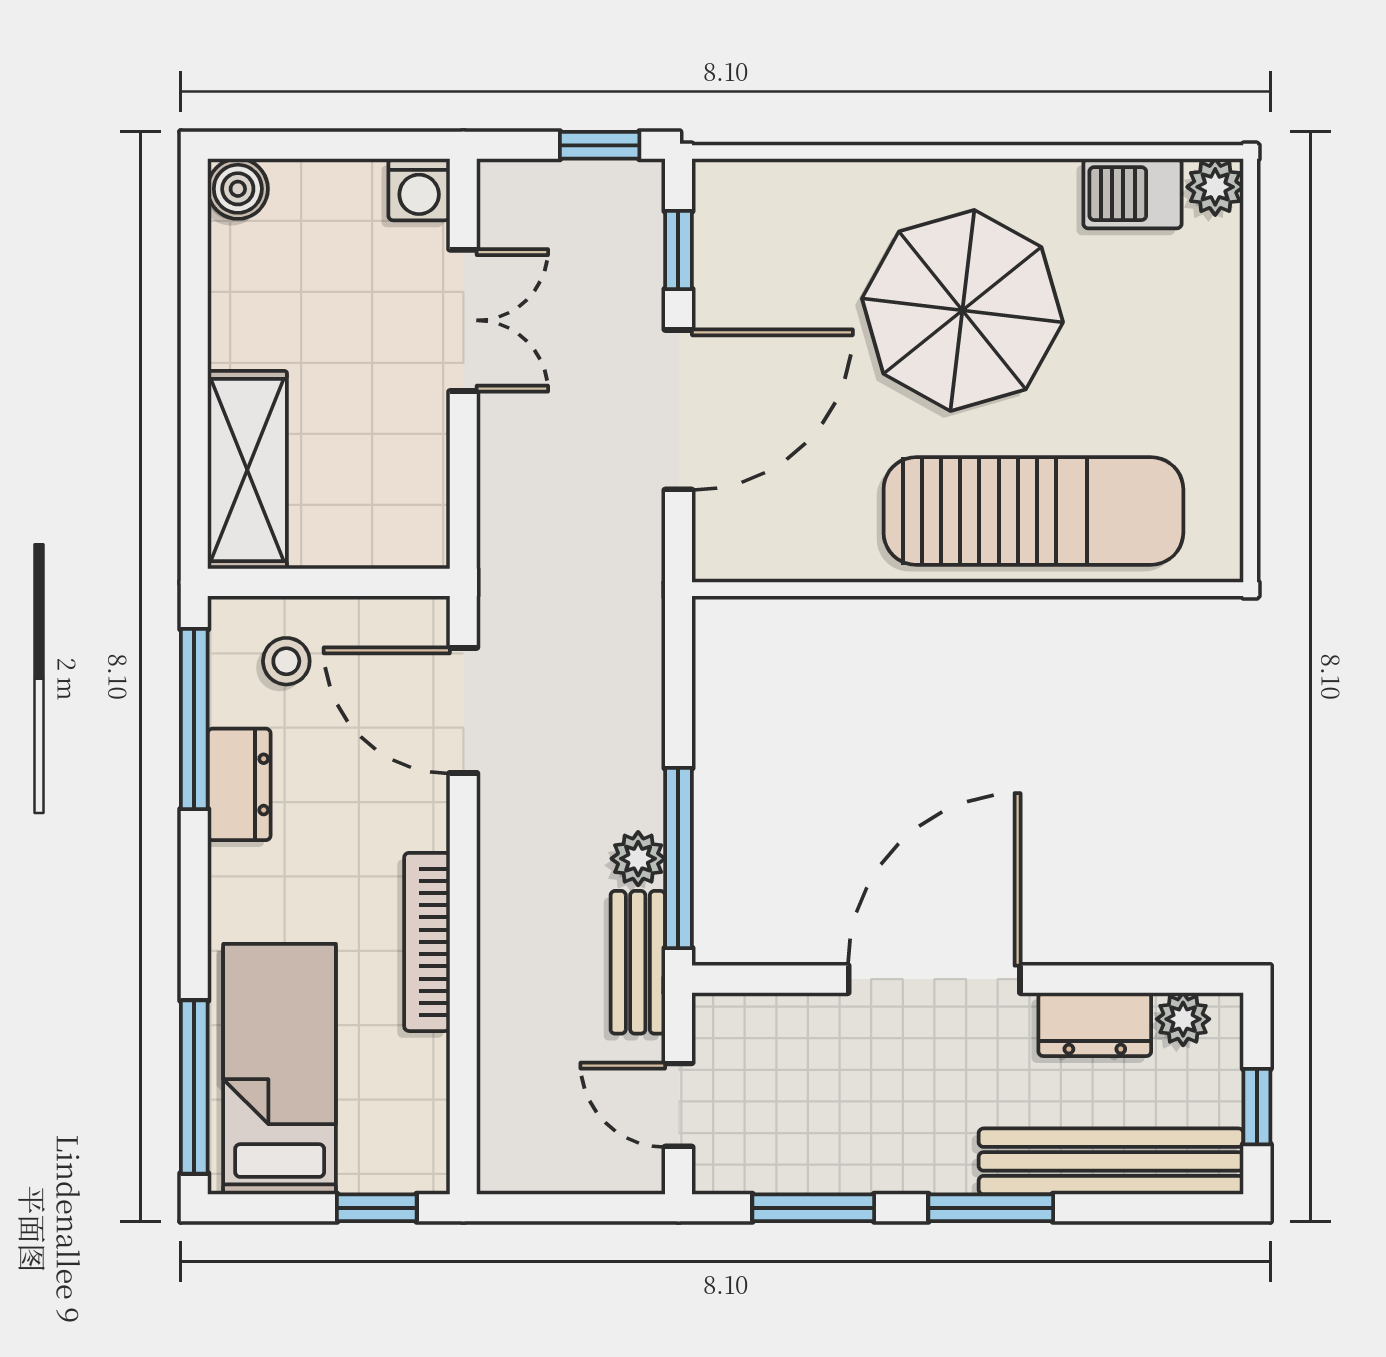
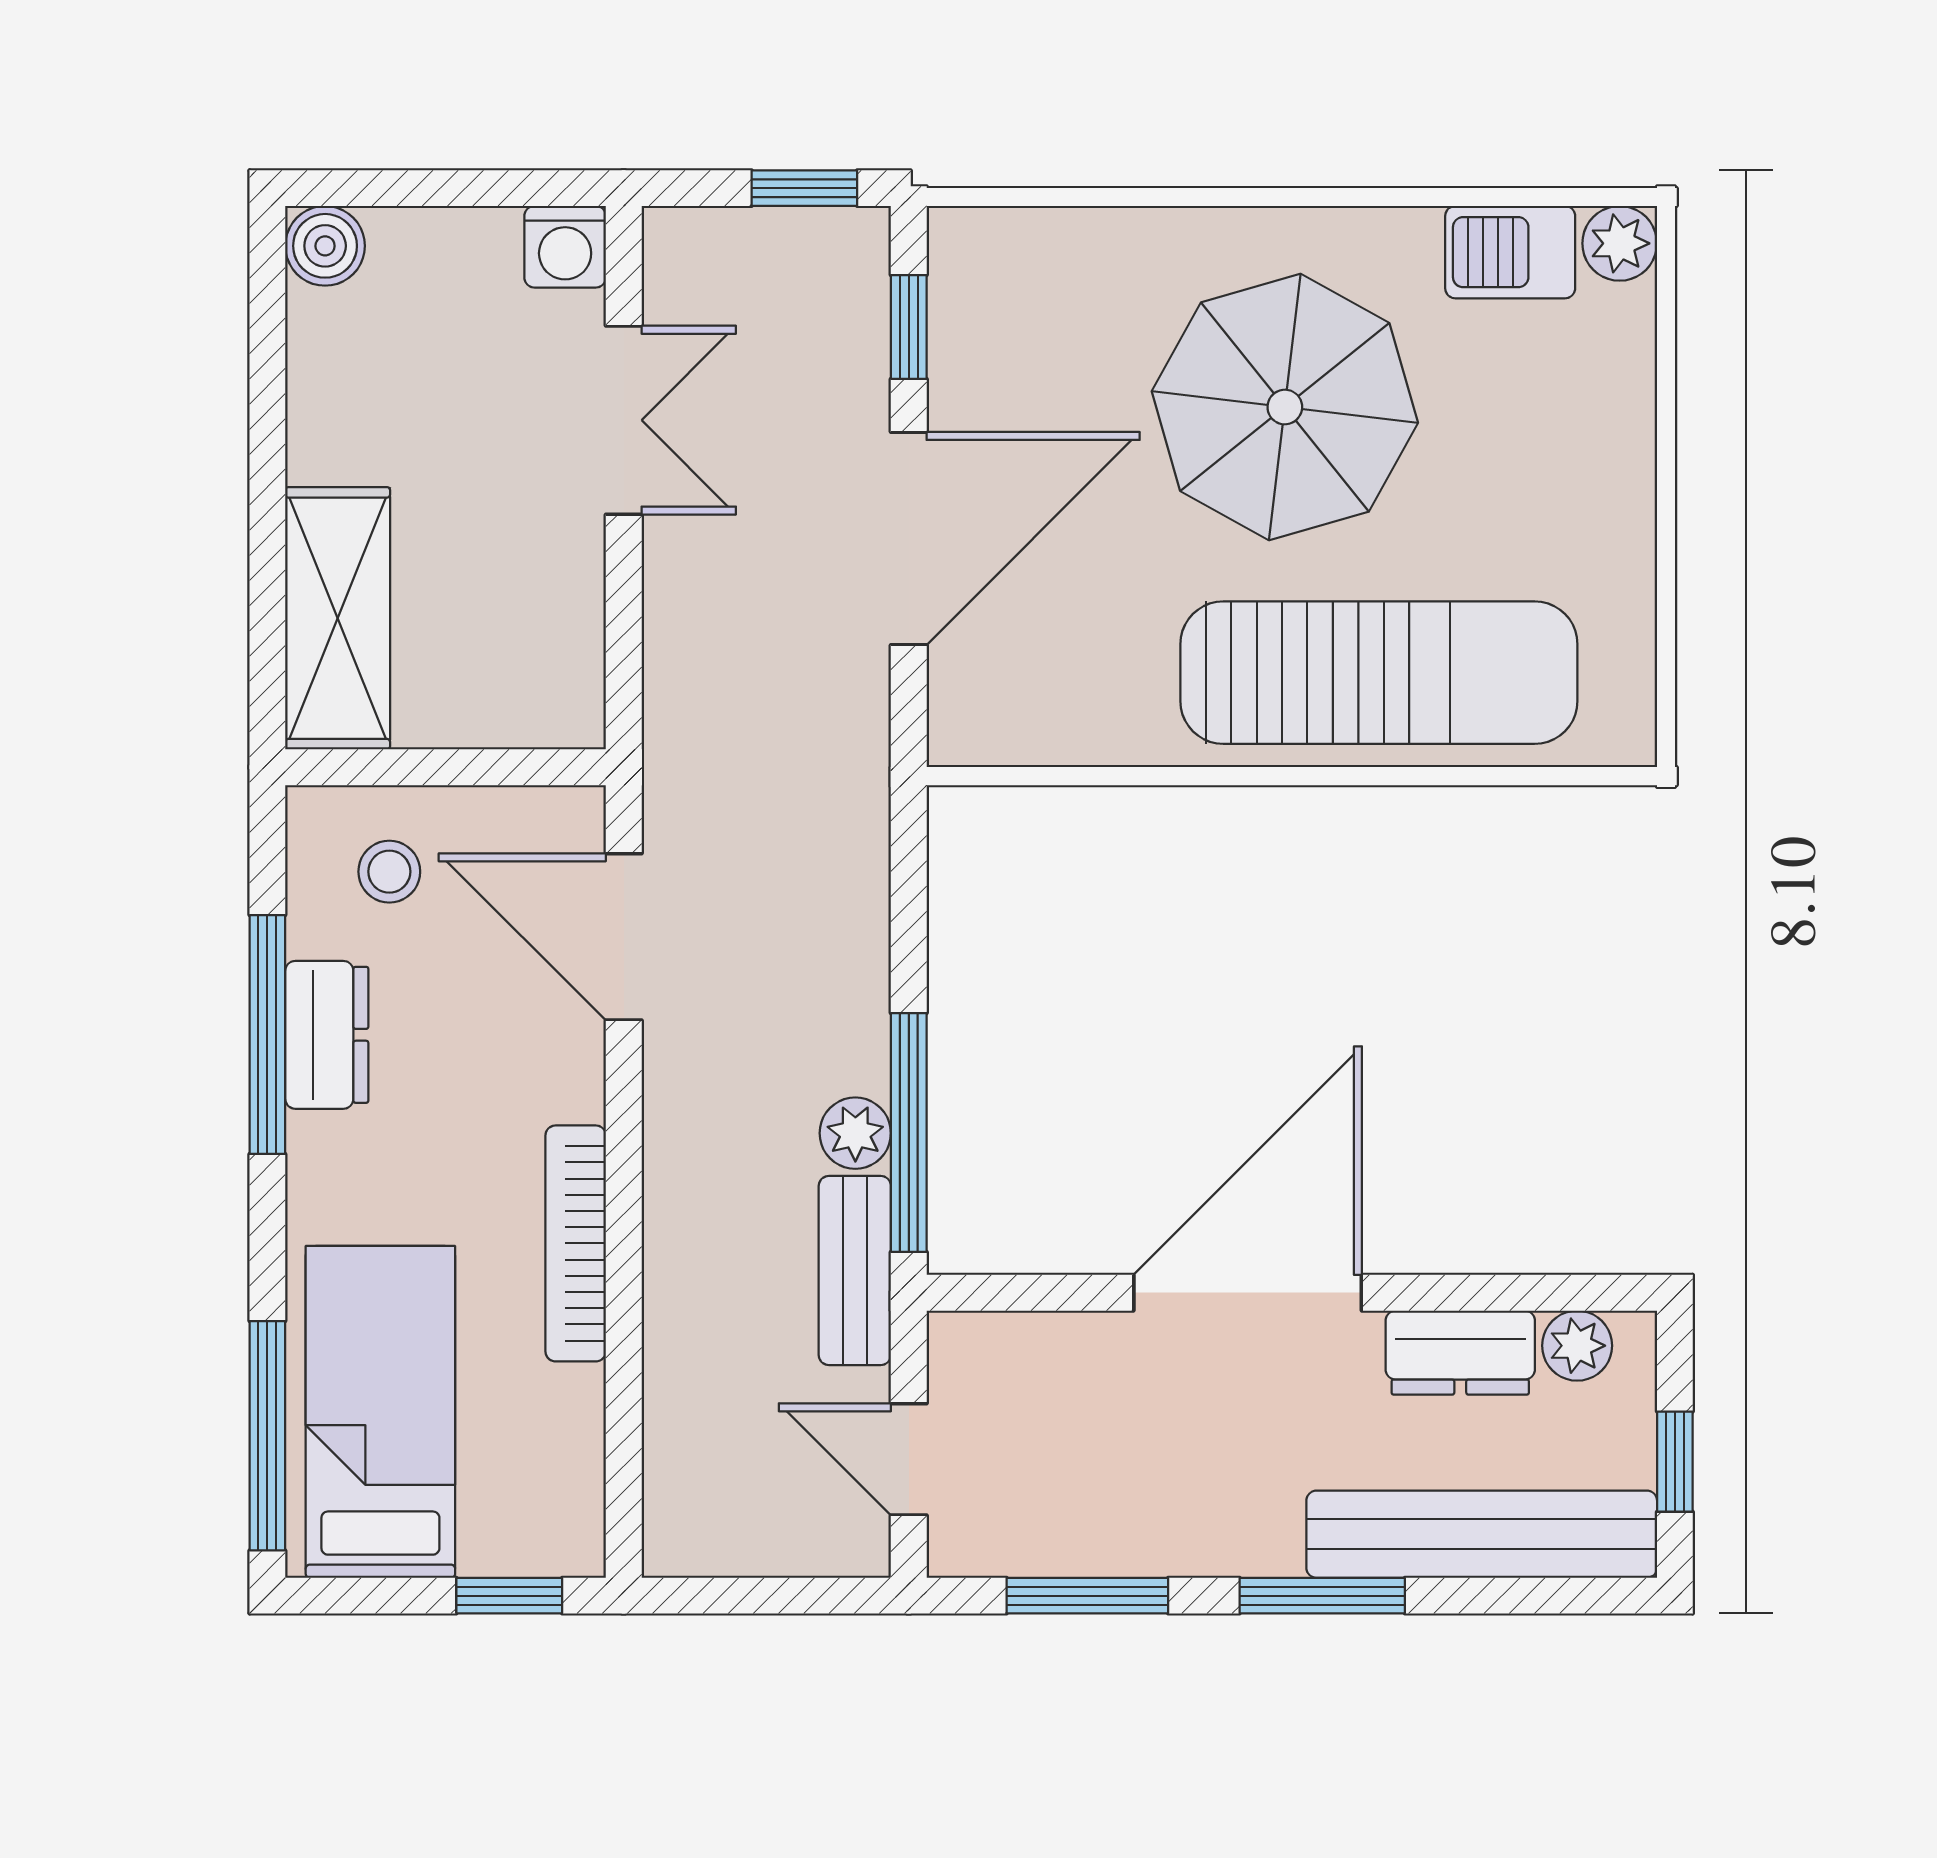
window: (194, 719) -> (267, 1035), moved

